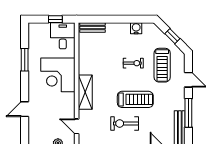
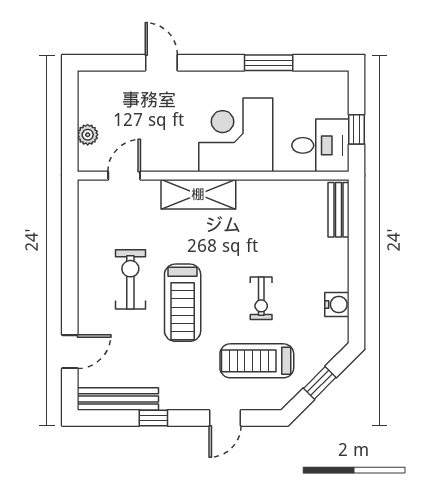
window: (188, 113) -> (153, 418), width x0.46

